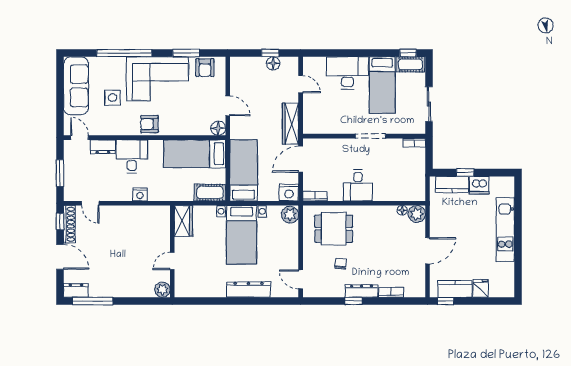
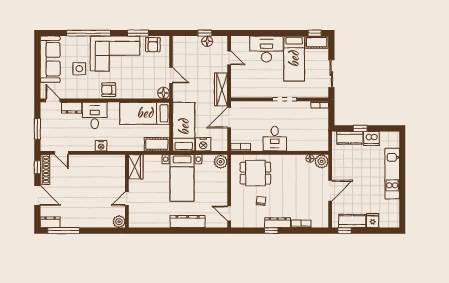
nightstand: (289, 193) -> (203, 144), moved

